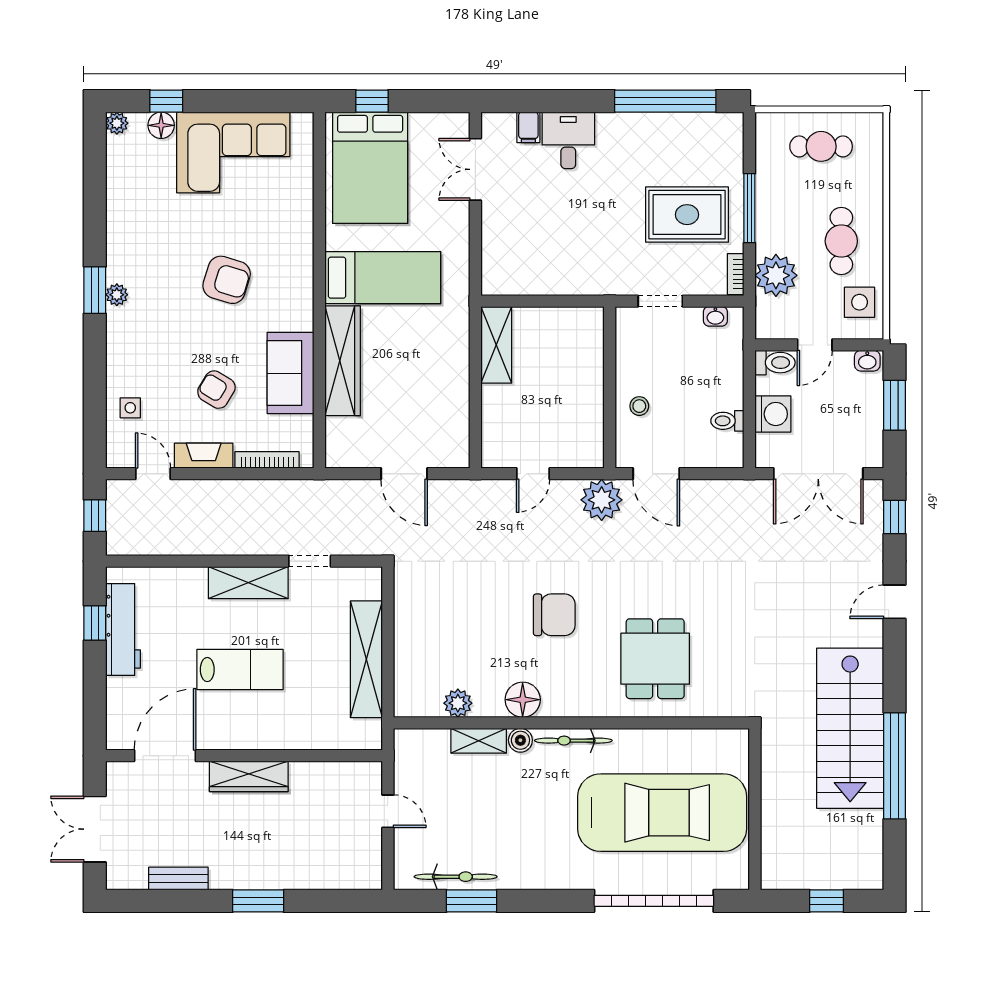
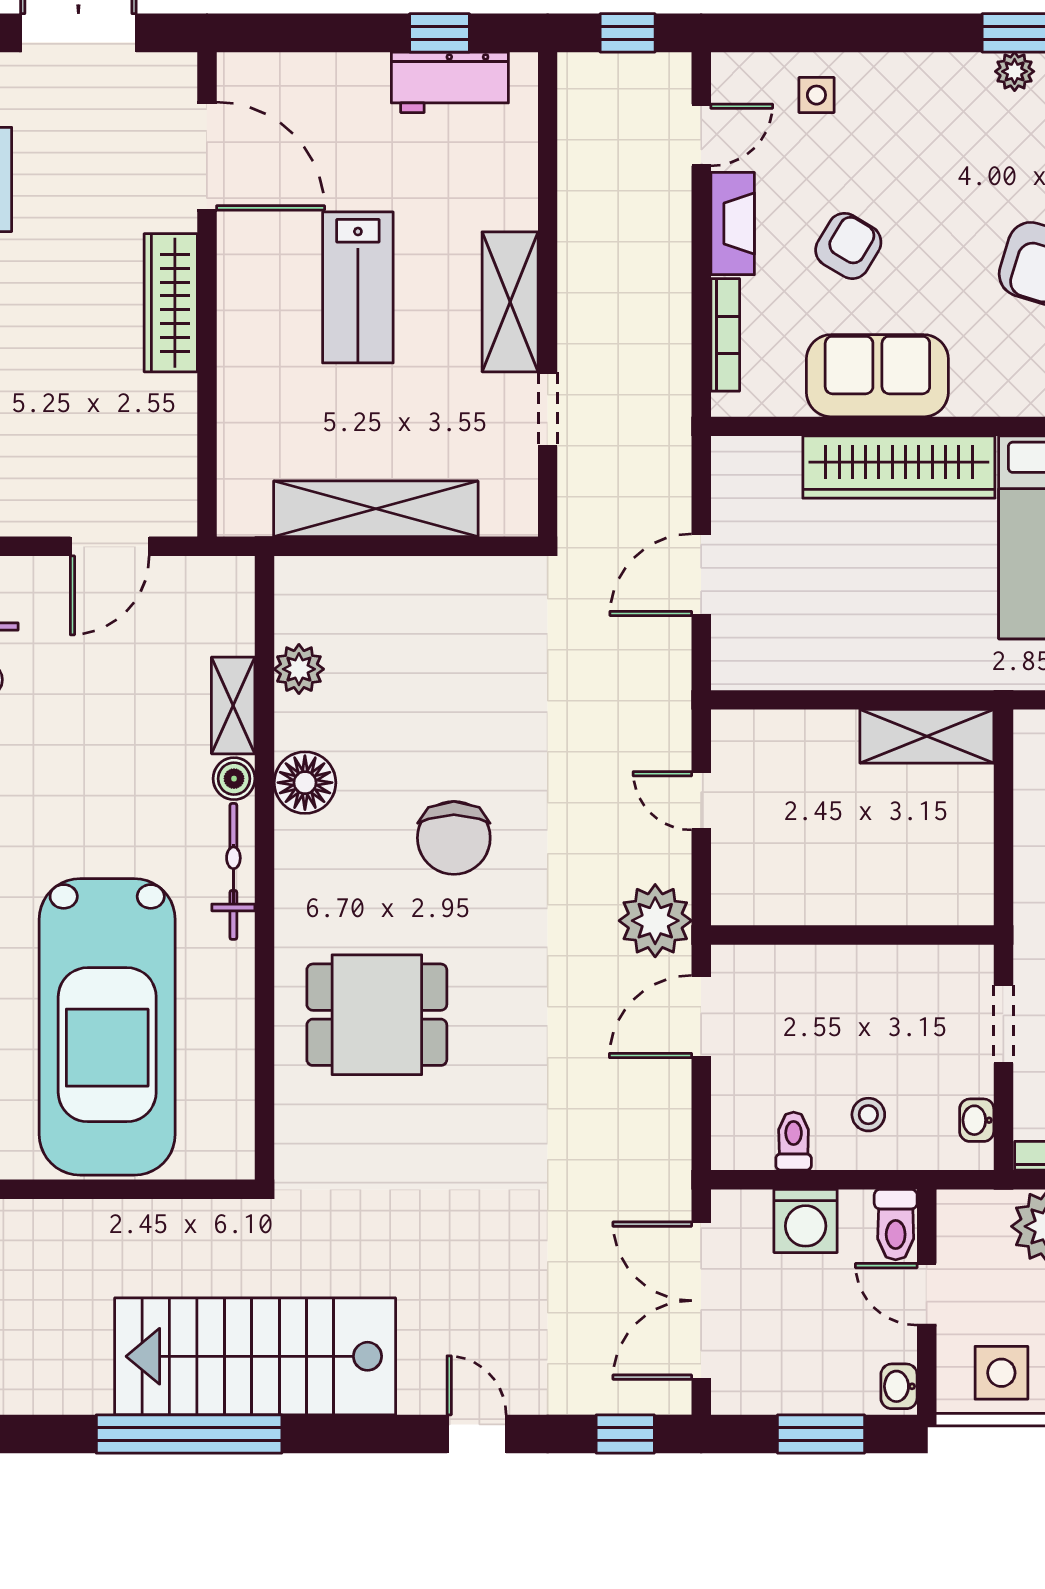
stool: (639, 406) -> (868, 1115), moved
workbench: (123, 630) -> (450, 82), width x0.73
door: (388, 811) -> (110, 546), width x1.38

